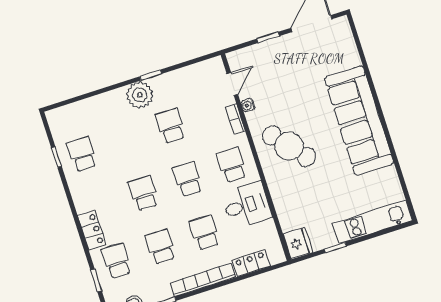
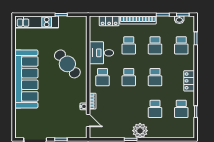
door: (232, 84) -> (88, 120), swing flipped
school desk: (170, 126) -> (155, 109), moved
cafe table: (289, 146) -> (67, 64), moved
locker: (92, 230) -> (189, 81), moved
fridge: (298, 243) -> (80, 23), removed

